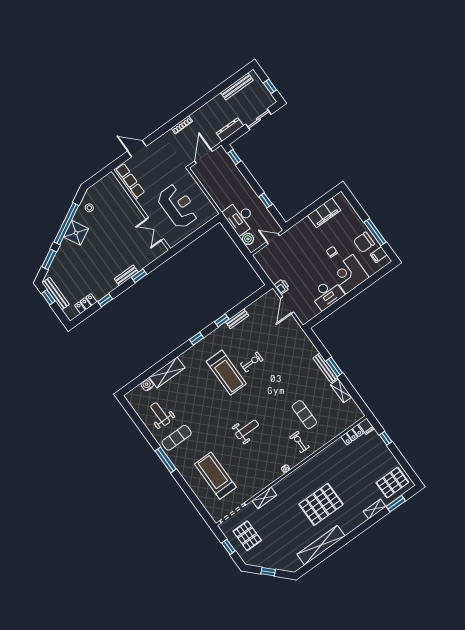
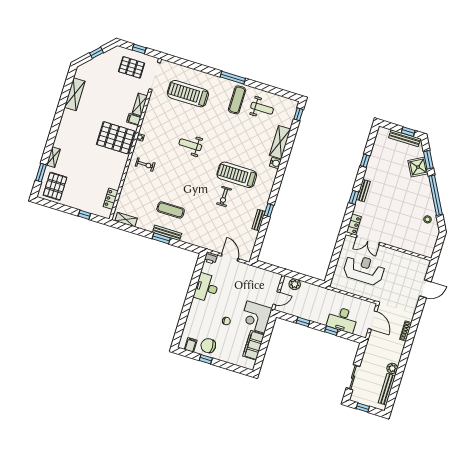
plant: (218, 101) -> (392, 368), added
dresser: (230, 129) -> (368, 354), removed
window: (234, 157) -> (331, 331), moved
row of seats: (129, 181) -> (413, 261), removed
reception desk: (178, 206) -> (364, 270), turned 180
desk: (240, 218) -> (342, 320), moved, turned 180
double door: (155, 229) -> (368, 240), swing flipped
window: (375, 232) -> (206, 359), width x0.46
shower: (76, 233) -> (418, 167), moved
chair: (364, 242) -> (208, 346), turned -90
corner desk: (349, 274) -> (256, 317), moved, turned 180
printer: (282, 287) -> (211, 258), moved
locker: (86, 304) -> (354, 224), moved
window: (196, 339) -> (298, 114), moved
water cooler: (147, 385) -> (275, 163), moved
shelving: (341, 391) -> (126, 220), moved
exercise mat: (304, 415) -> (171, 210), moved
filing cabinet: (366, 426) -> (134, 119), moved
weight bench: (247, 429) -> (190, 145), turned 90
treadmill: (215, 476) -> (188, 94), turned 180
pallet: (321, 504) -> (116, 138), moved, turned 90
shelving: (321, 545) -> (75, 94), width x0.68

